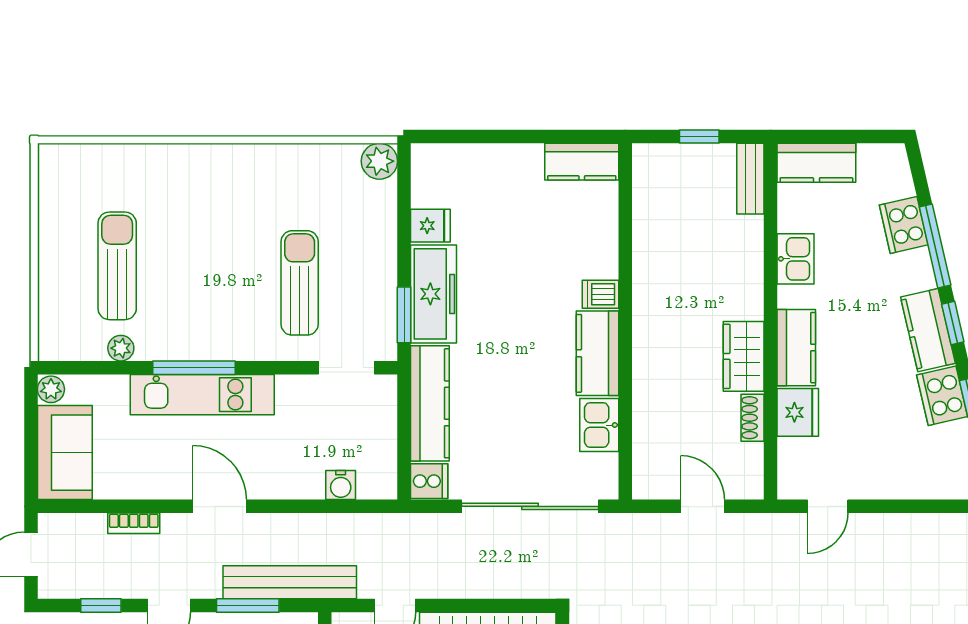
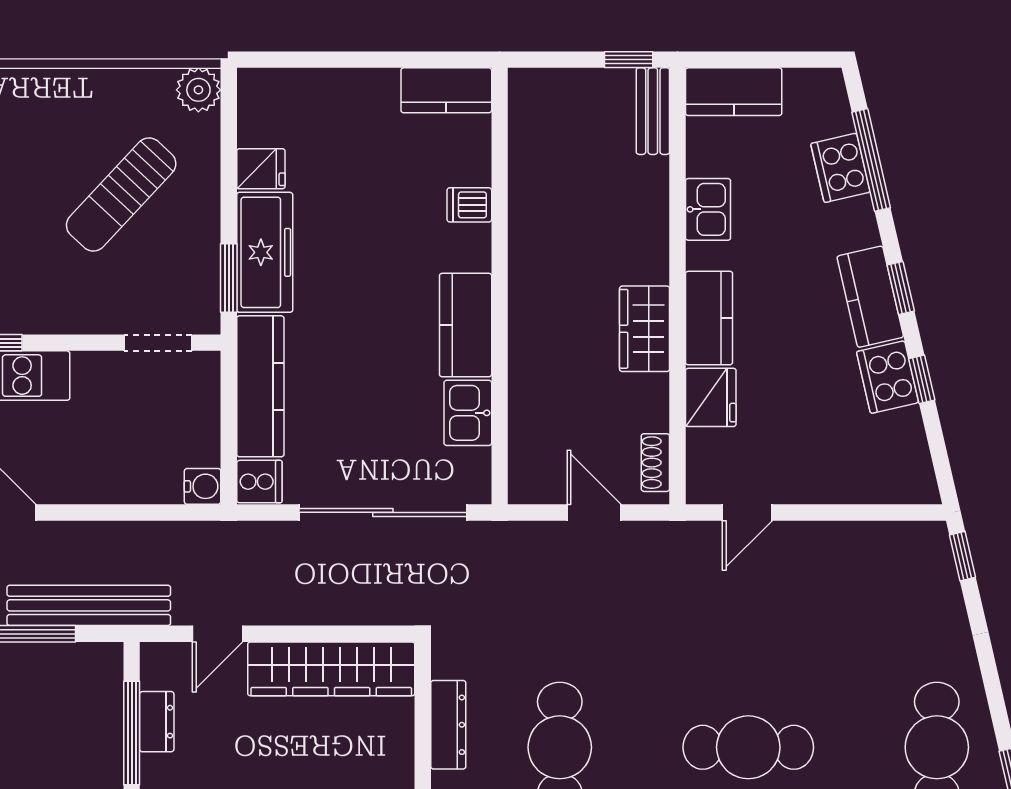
window: (699, 137) -> (629, 60), moved
window: (935, 246) -> (871, 160), moved
sun lounger: (300, 283) -> (121, 194), moved, turned -137
dishwasher: (601, 294) -> (469, 205), moved
shoe rack: (752, 418) -> (655, 463), moved
water cooler: (341, 485) -> (203, 486), moved, turned -90

